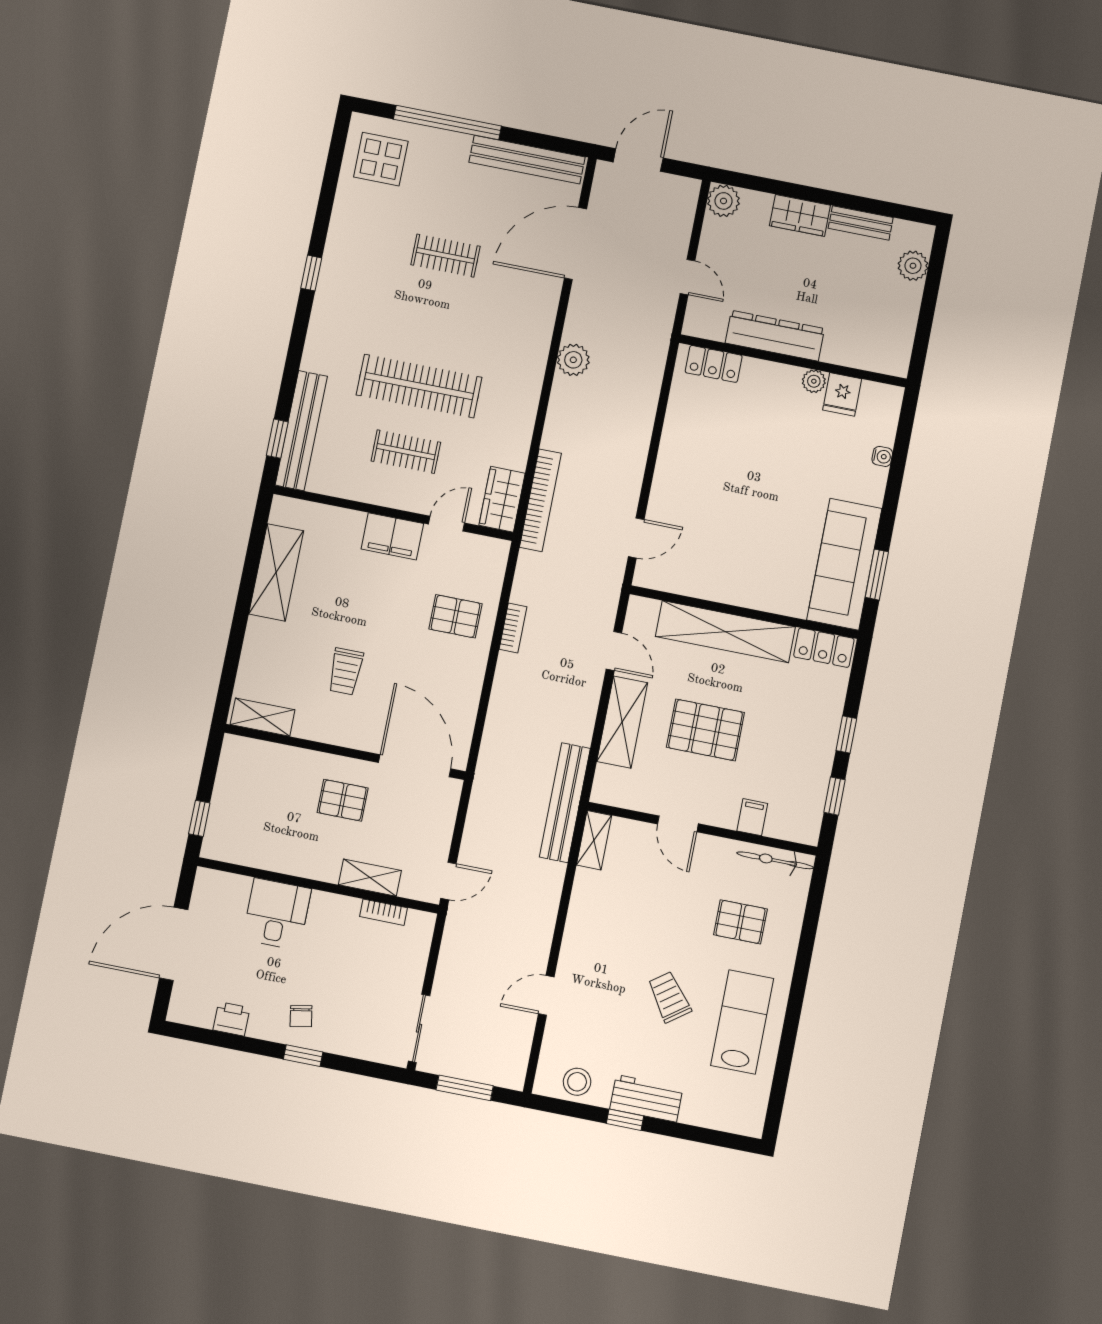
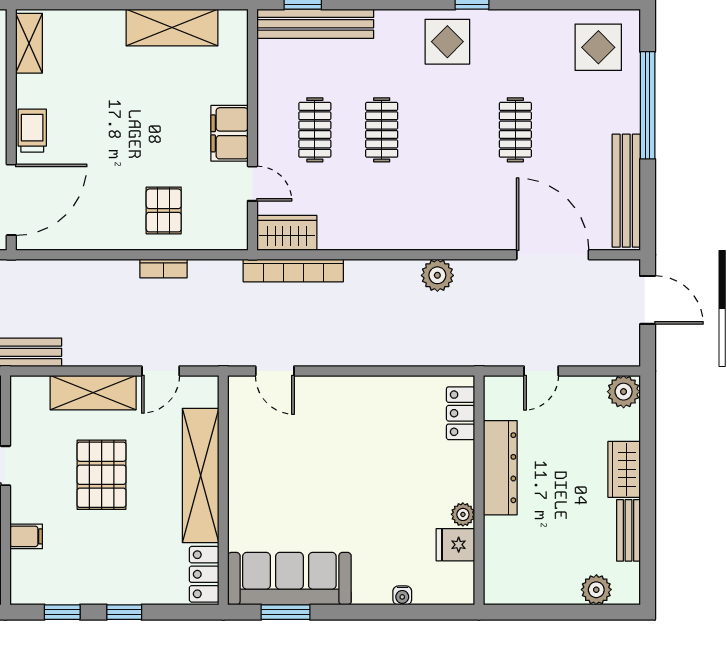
display table: (345, 305) -> (447, 42), added
clothes rail: (419, 386) -> (382, 130), width x0.54, depth x0.76
trolley: (346, 671) -> (32, 131), moved, turned 90

